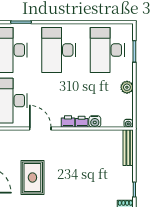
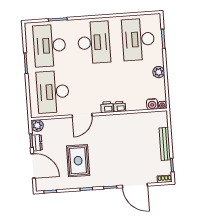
desk: (59, 50) -> (94, 42), turned 180
water cooler: (95, 121) -> (152, 104), moved
door: (40, 129) -> (82, 115), swing flipped
bench: (128, 148) -> (165, 144), moved

